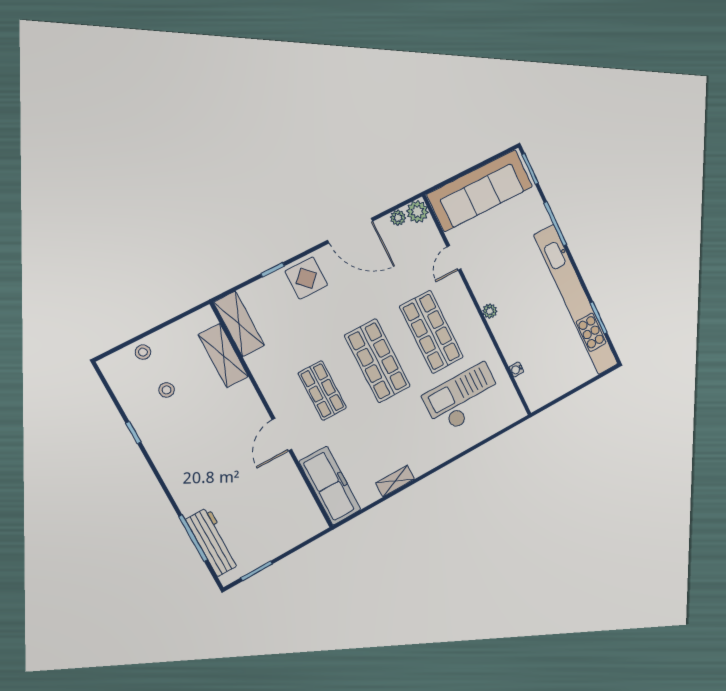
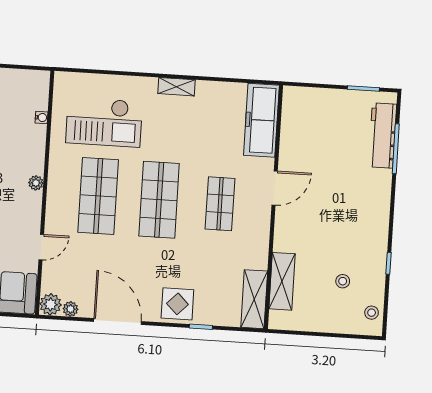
stool: (143, 352) -> (372, 313), moved
shelving: (395, 481) -> (177, 87), moved

